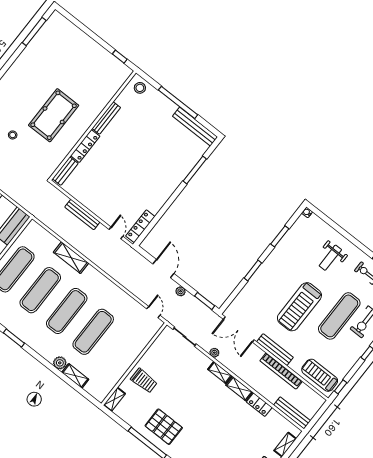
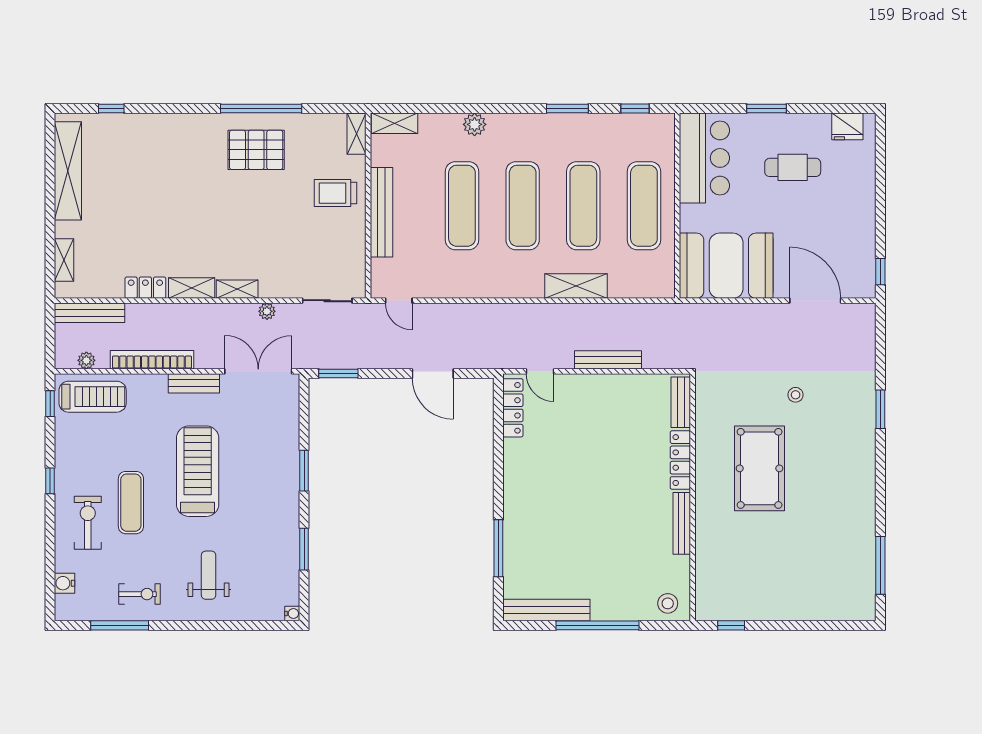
plant: (181, 291) -> (86, 360), moved
exercise mat: (339, 316) -> (131, 503), width x0.73, depth x0.69
bench: (275, 350) -> (194, 383), width x0.73
bench: (131, 357) -> (381, 212), added
shelving: (75, 376) -> (394, 123), moved

